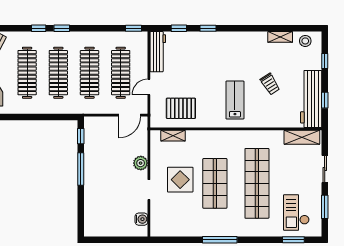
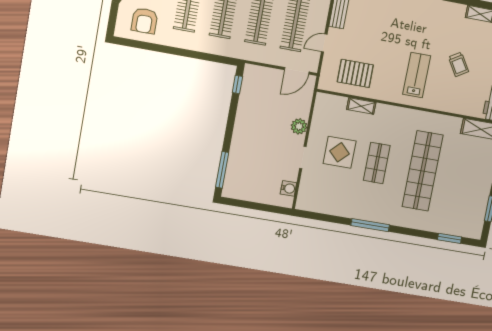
shelving: (173, 136) -> (361, 106), moved
window: (81, 169) -> (222, 170), moved
shop shelf: (215, 183) -> (377, 163), width x0.70, depth x0.74
checkout: (296, 212) -> (459, 210), removed

